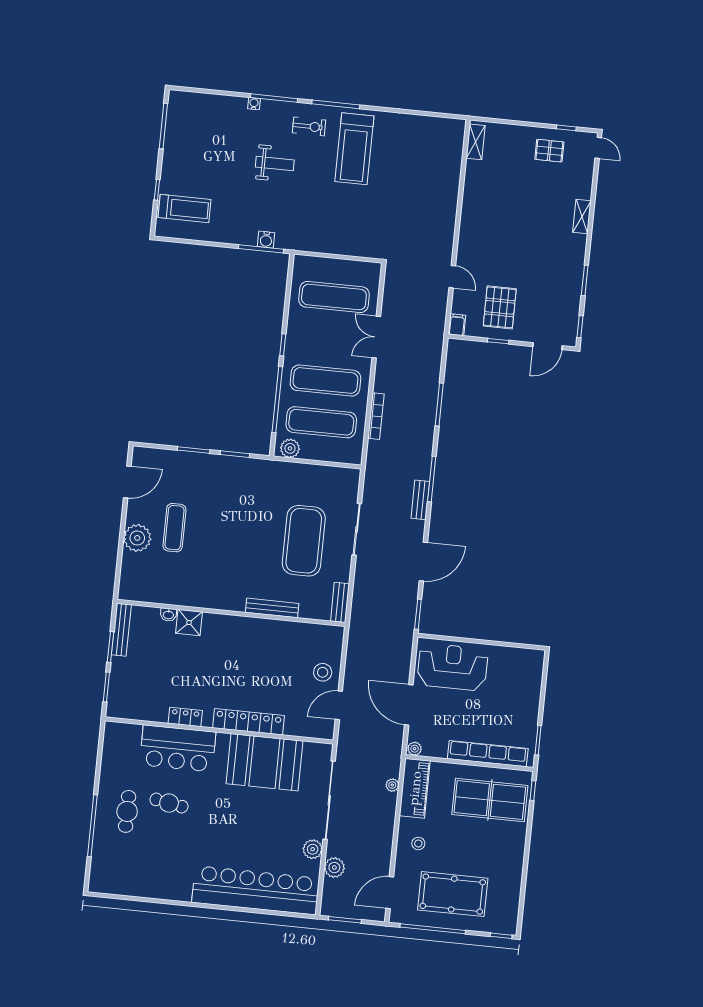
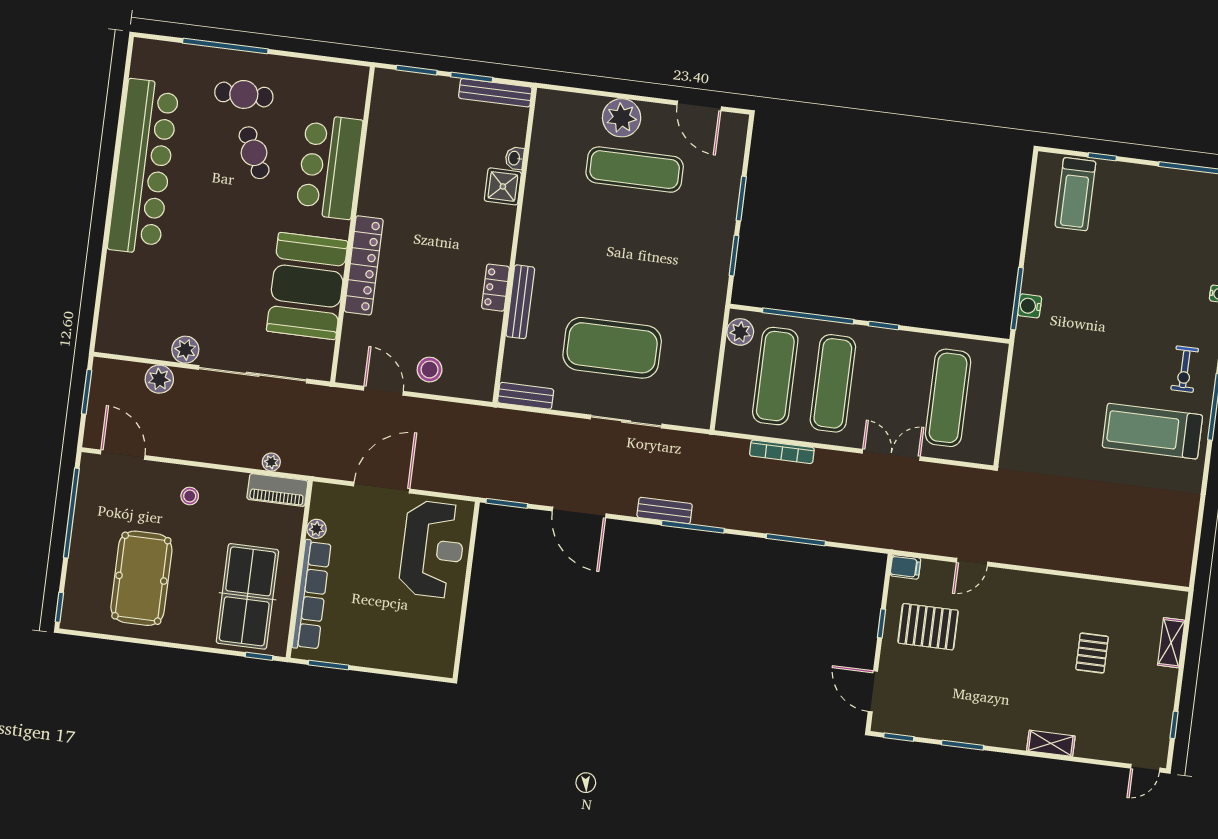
shelving: (476, 142) -> (1171, 643), moved, turned 90
pallet: (549, 151) -> (1092, 653), moved
weight bench: (275, 164) -> (1135, 321), removed
exercise mat: (174, 528) -> (635, 170), width x1.36, depth x1.45
locker: (185, 717) -> (495, 288), moved, turned 180
plant: (415, 749) -> (317, 529), moved
piano: (415, 788) -> (277, 490), width x0.73, depth x0.75
cafe table: (169, 803) -> (254, 153), turned -36
bar counter: (256, 890) -> (143, 167), moved
pool table: (453, 894) -> (141, 578), moved

